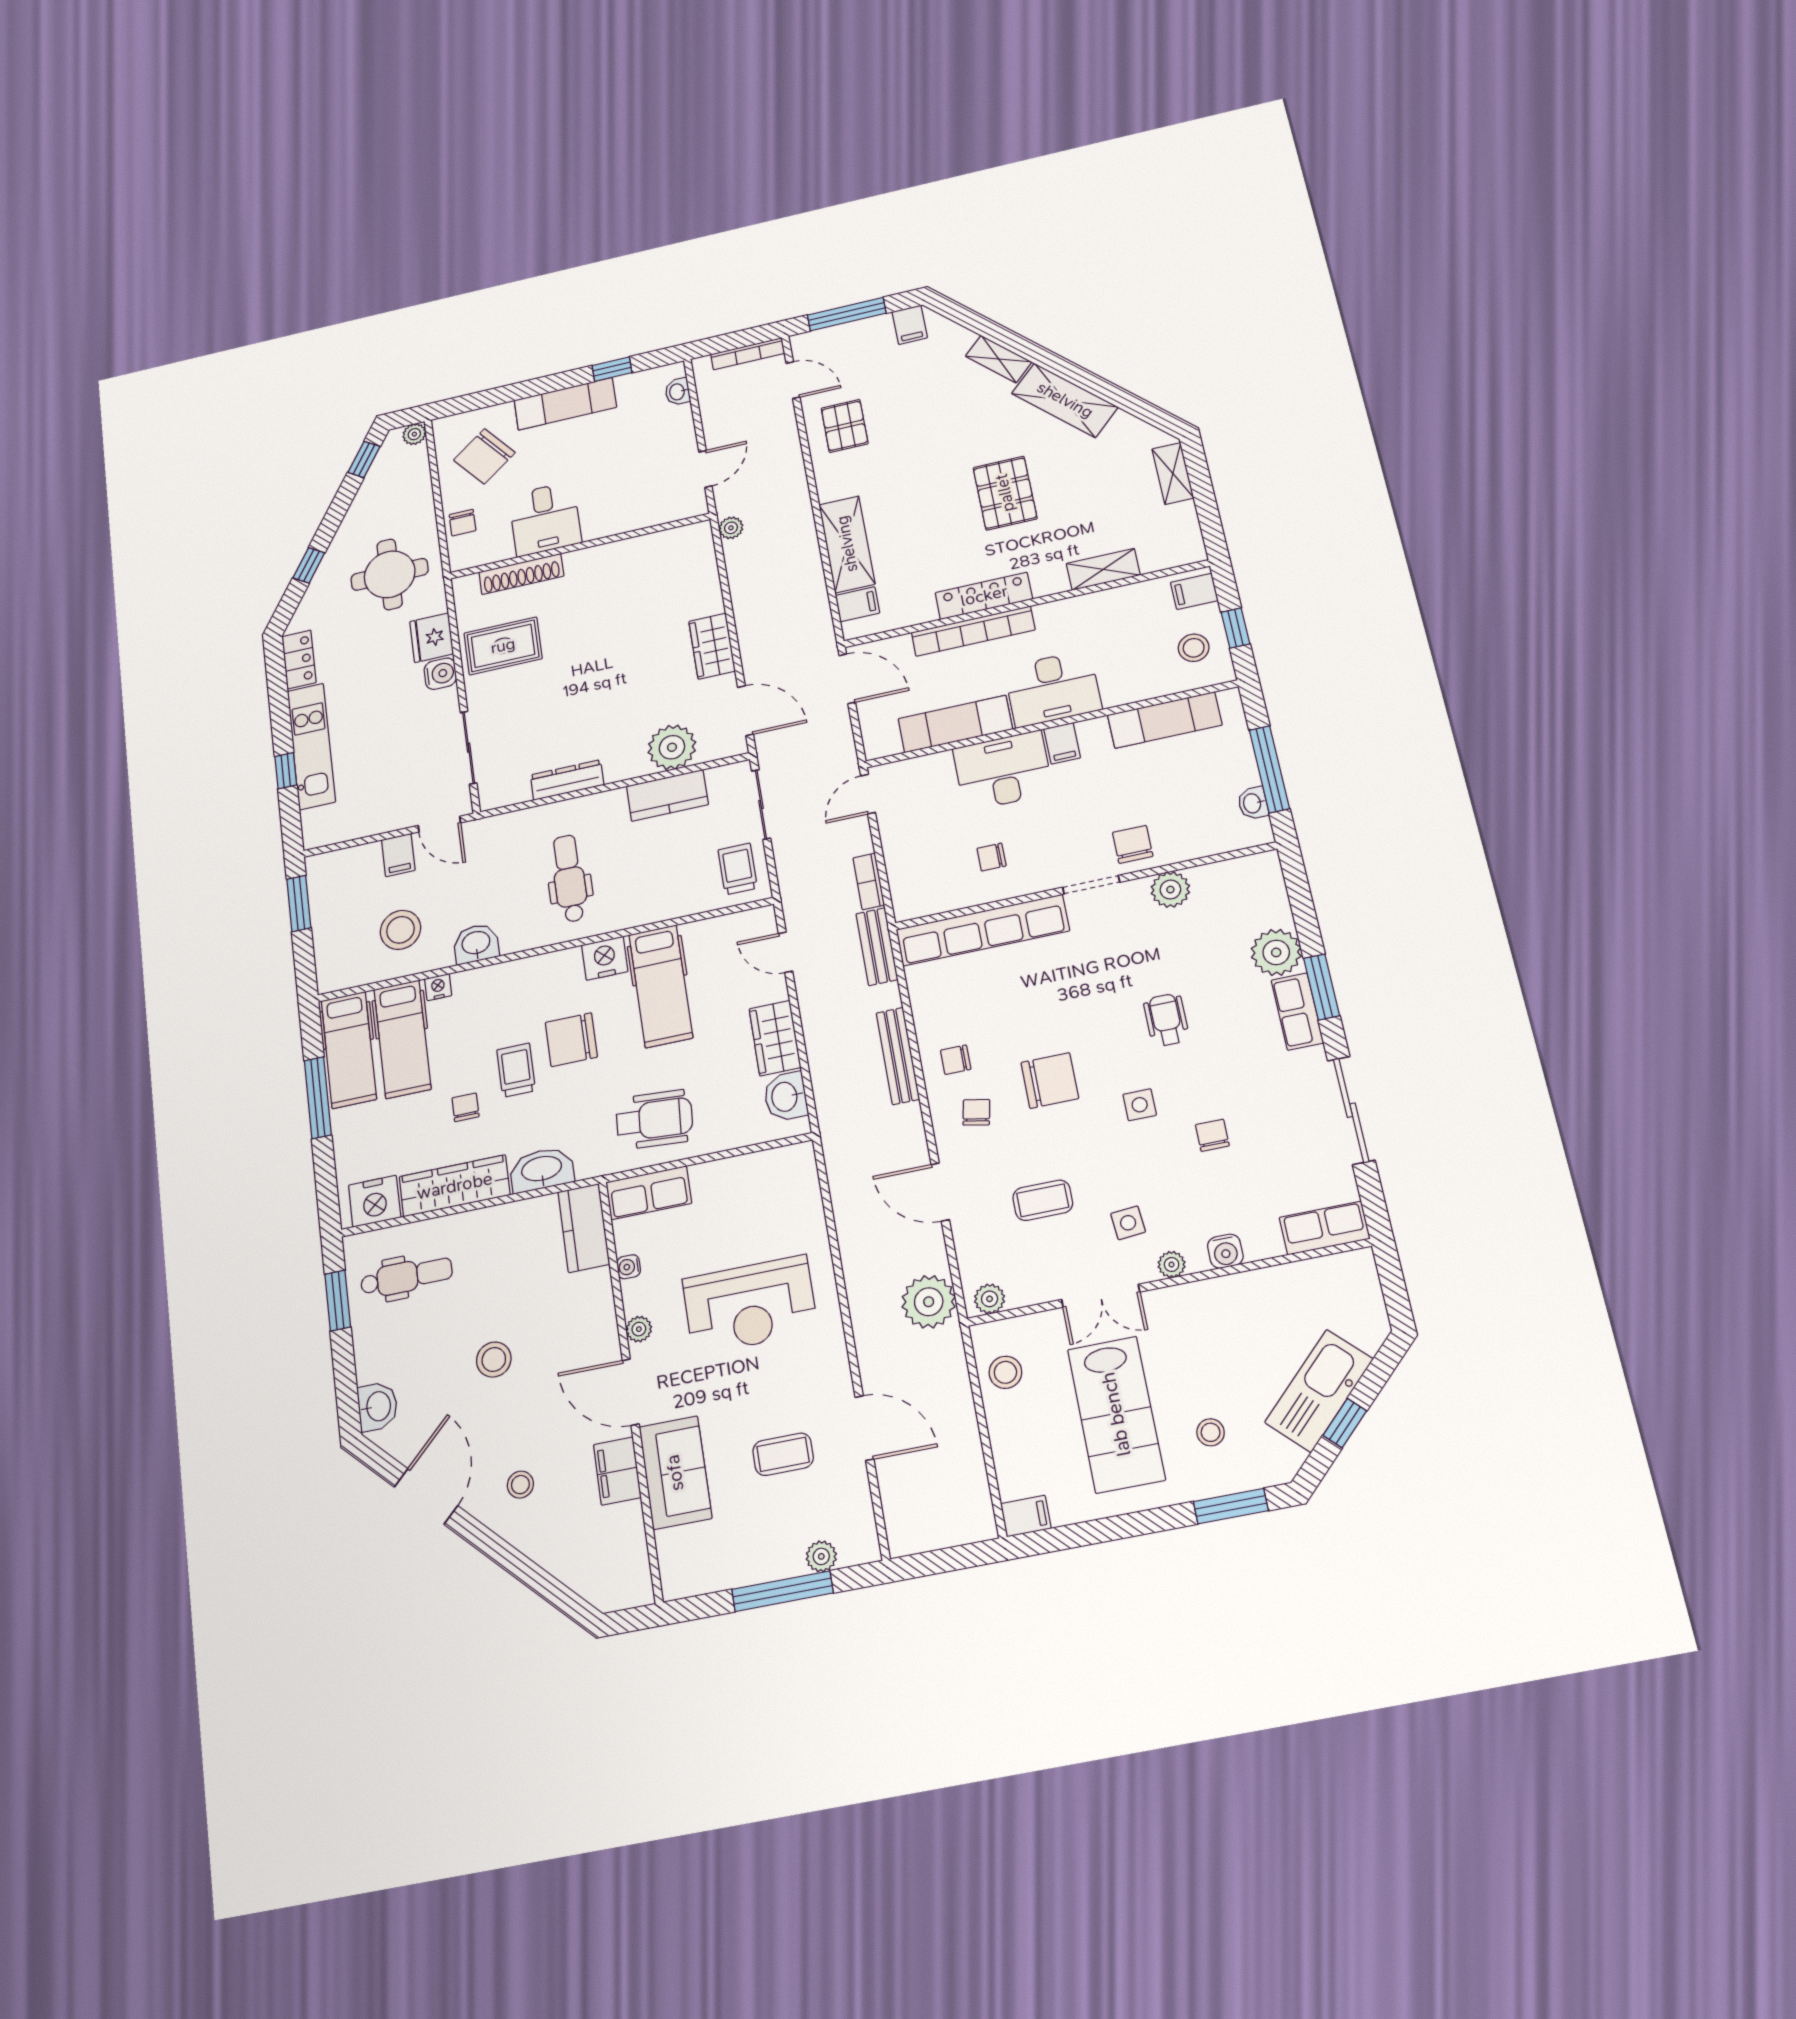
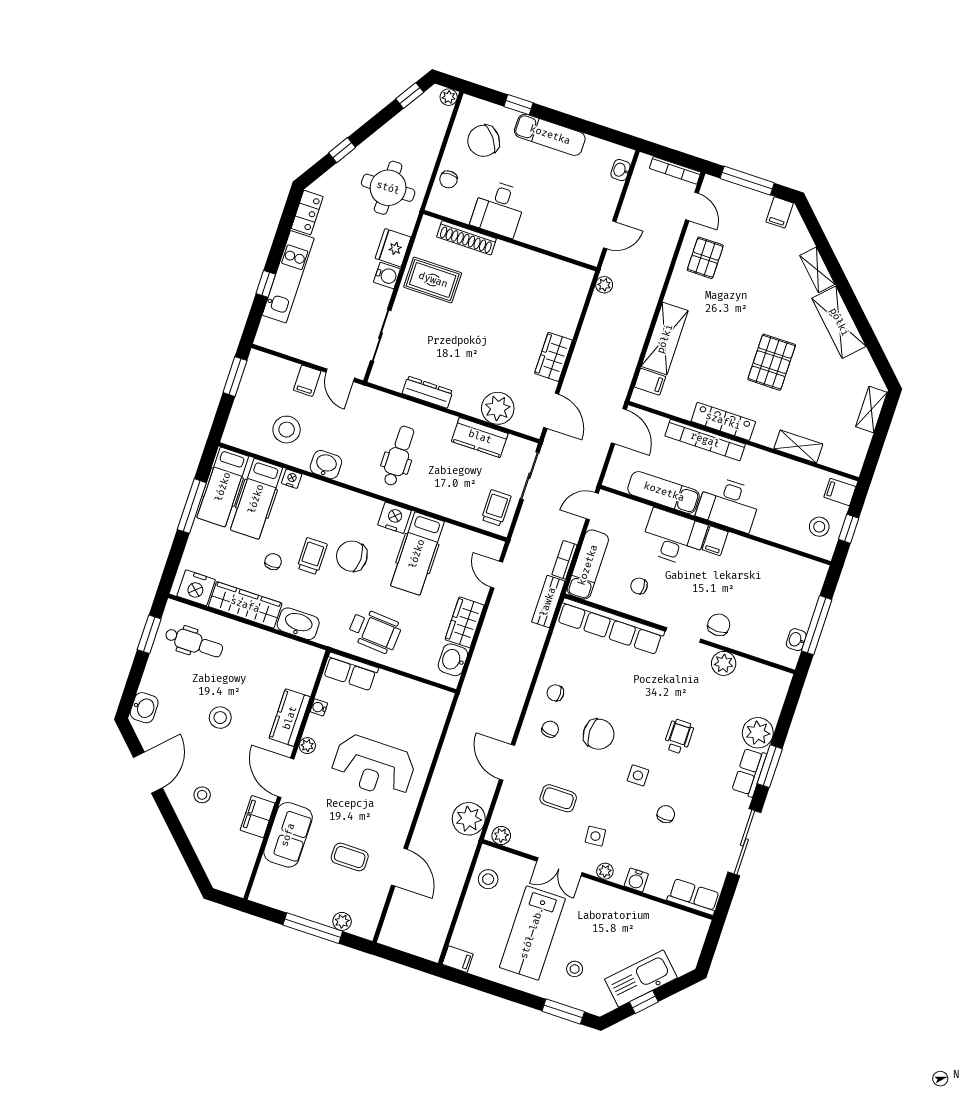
window: (612, 369) -> (519, 105), moved
exam couch: (1165, 720) -> (588, 565), moved, turned -90
bench: (898, 1056) -> (526, 672), removed
kitchen counter: (584, 1228) -> (290, 718), moved

